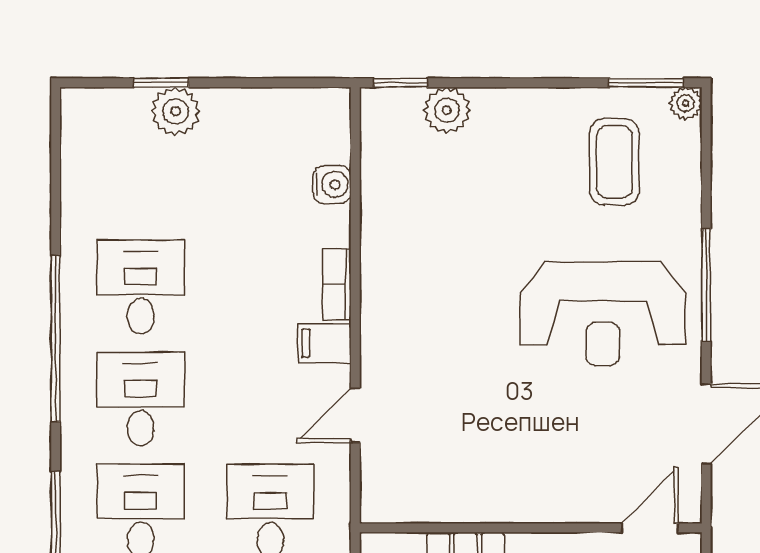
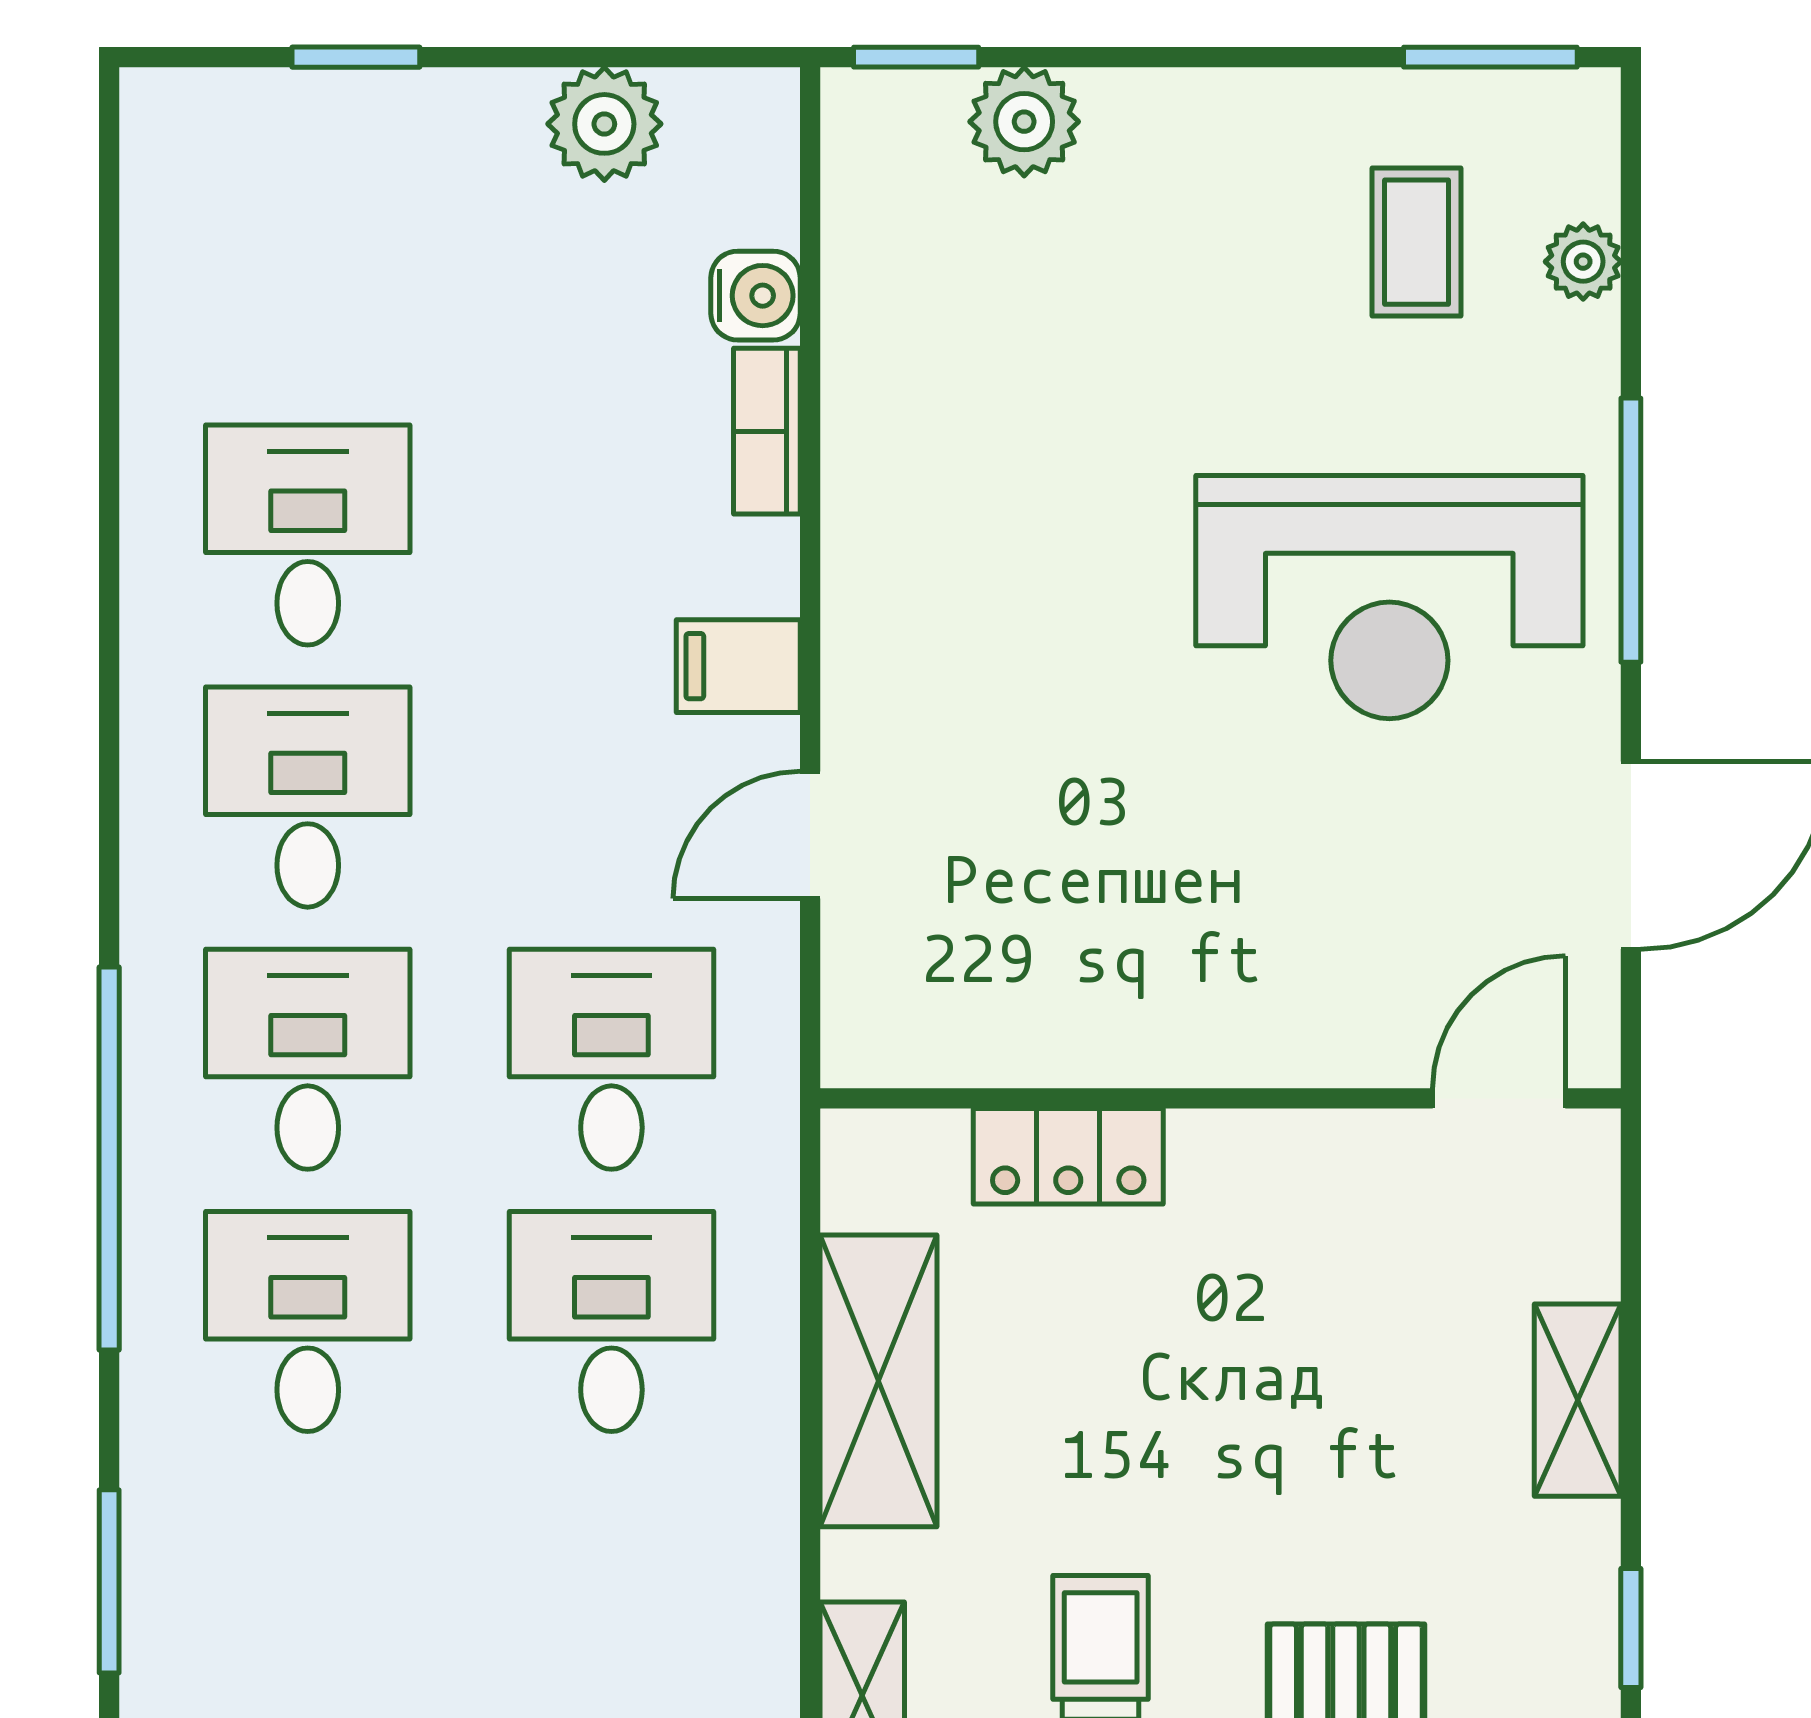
plant: (686, 103) -> (1583, 262), moved
plant: (176, 111) -> (604, 124), moved
coffee table: (614, 162) -> (1417, 242), width x0.73, depth x0.77
bookcase: (337, 284) -> (767, 431), moved
window: (56, 339) -> (109, 656), removed

